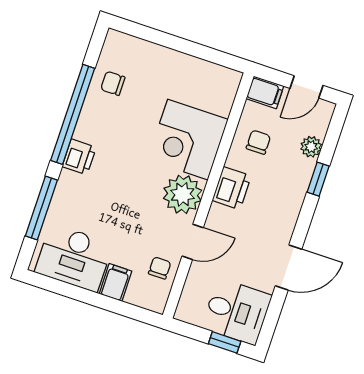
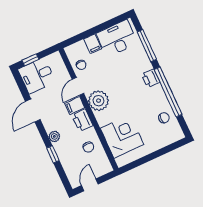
filing cabinet: (265, 92) -> (75, 106), moved
corner desk: (188, 140) -> (122, 136), moved
plant: (311, 147) -> (54, 136), moved

